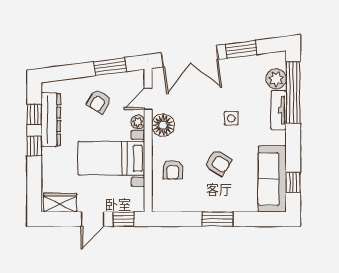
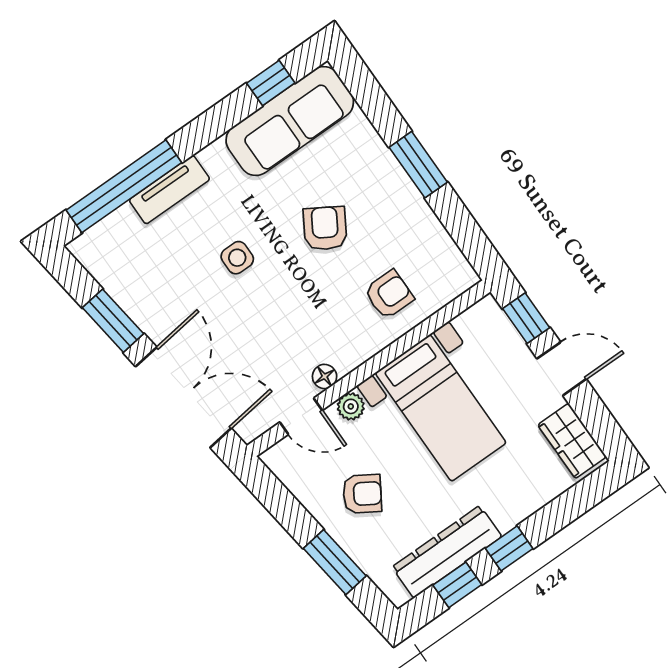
window: (110, 67) -> (335, 562), moved
plant: (276, 79) -> (121, 230), removed
floor lamp: (163, 125) -> (325, 376), width x0.53, depth x0.53

